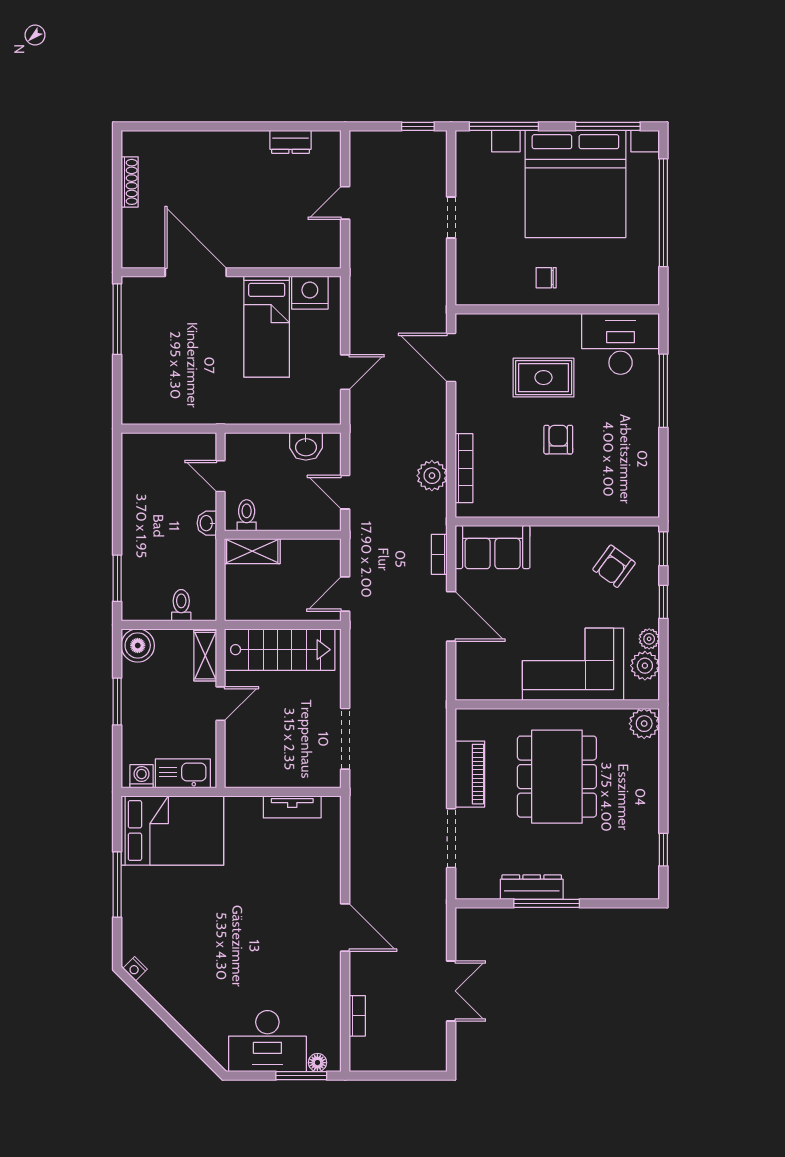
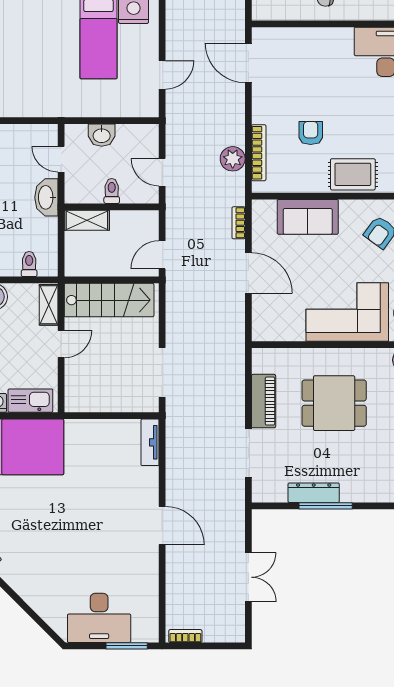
rug: (544, 378) -> (353, 174), moved
armchair: (558, 440) -> (311, 133), moved
washbasin: (306, 446) -> (102, 135), moved
toilet: (247, 515) -> (112, 191), moved
washbasin: (207, 523) -> (46, 197), width x1.91, depth x1.45
sofa: (493, 547) -> (308, 217), moved
dining table: (557, 777) -> (334, 403), width x0.73
tv unit: (292, 807) -> (150, 442), moved, turned 90
bookcase: (357, 1016) -> (185, 636), moved, turned -90
floor lamp: (317, 1063) -> (140, 635), removed

